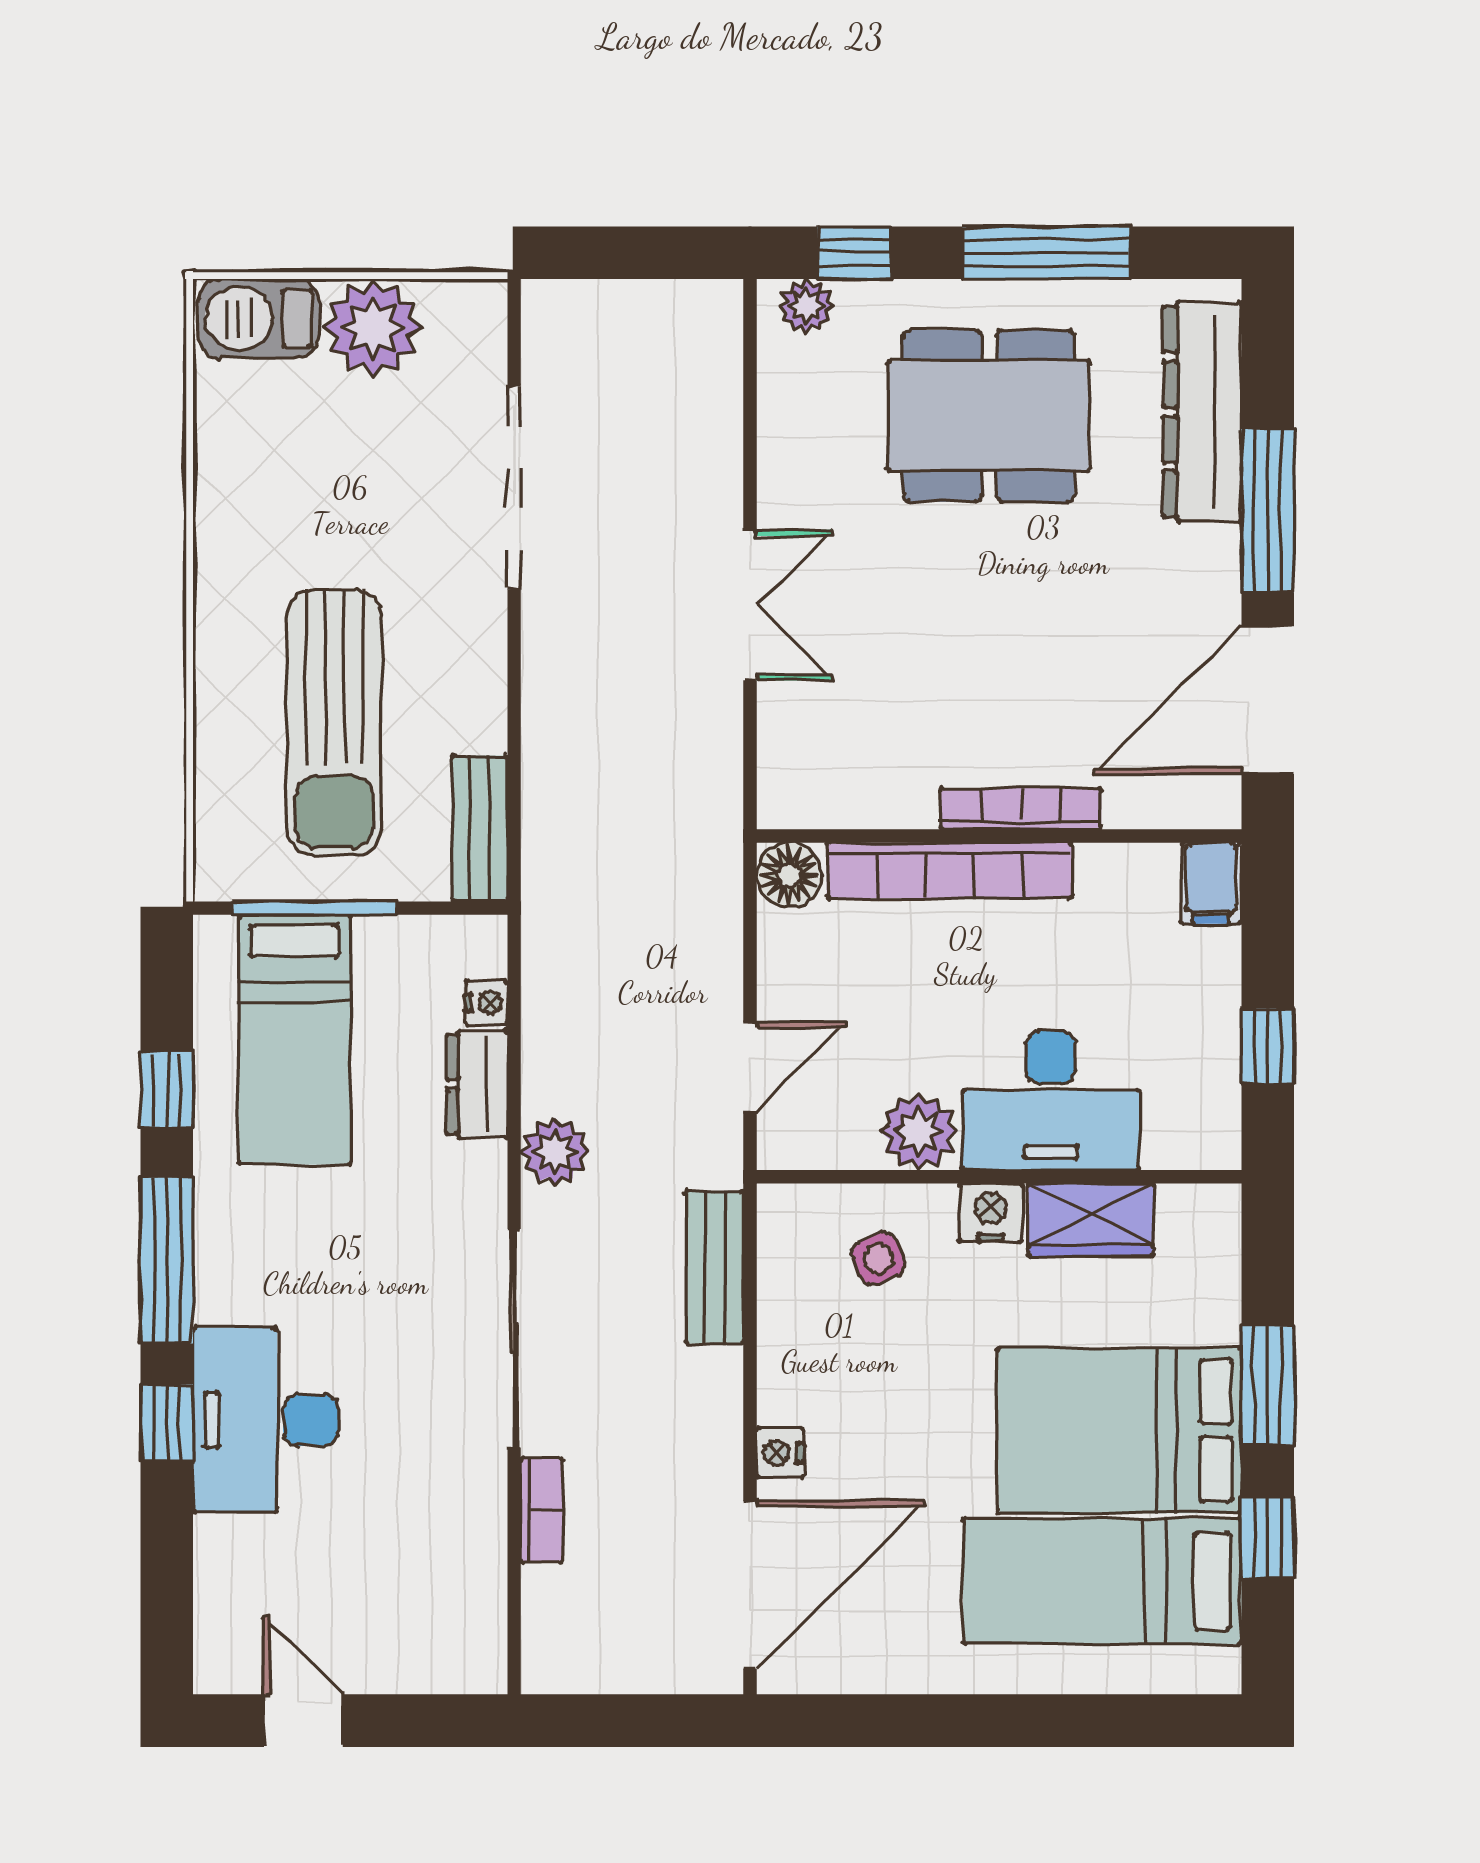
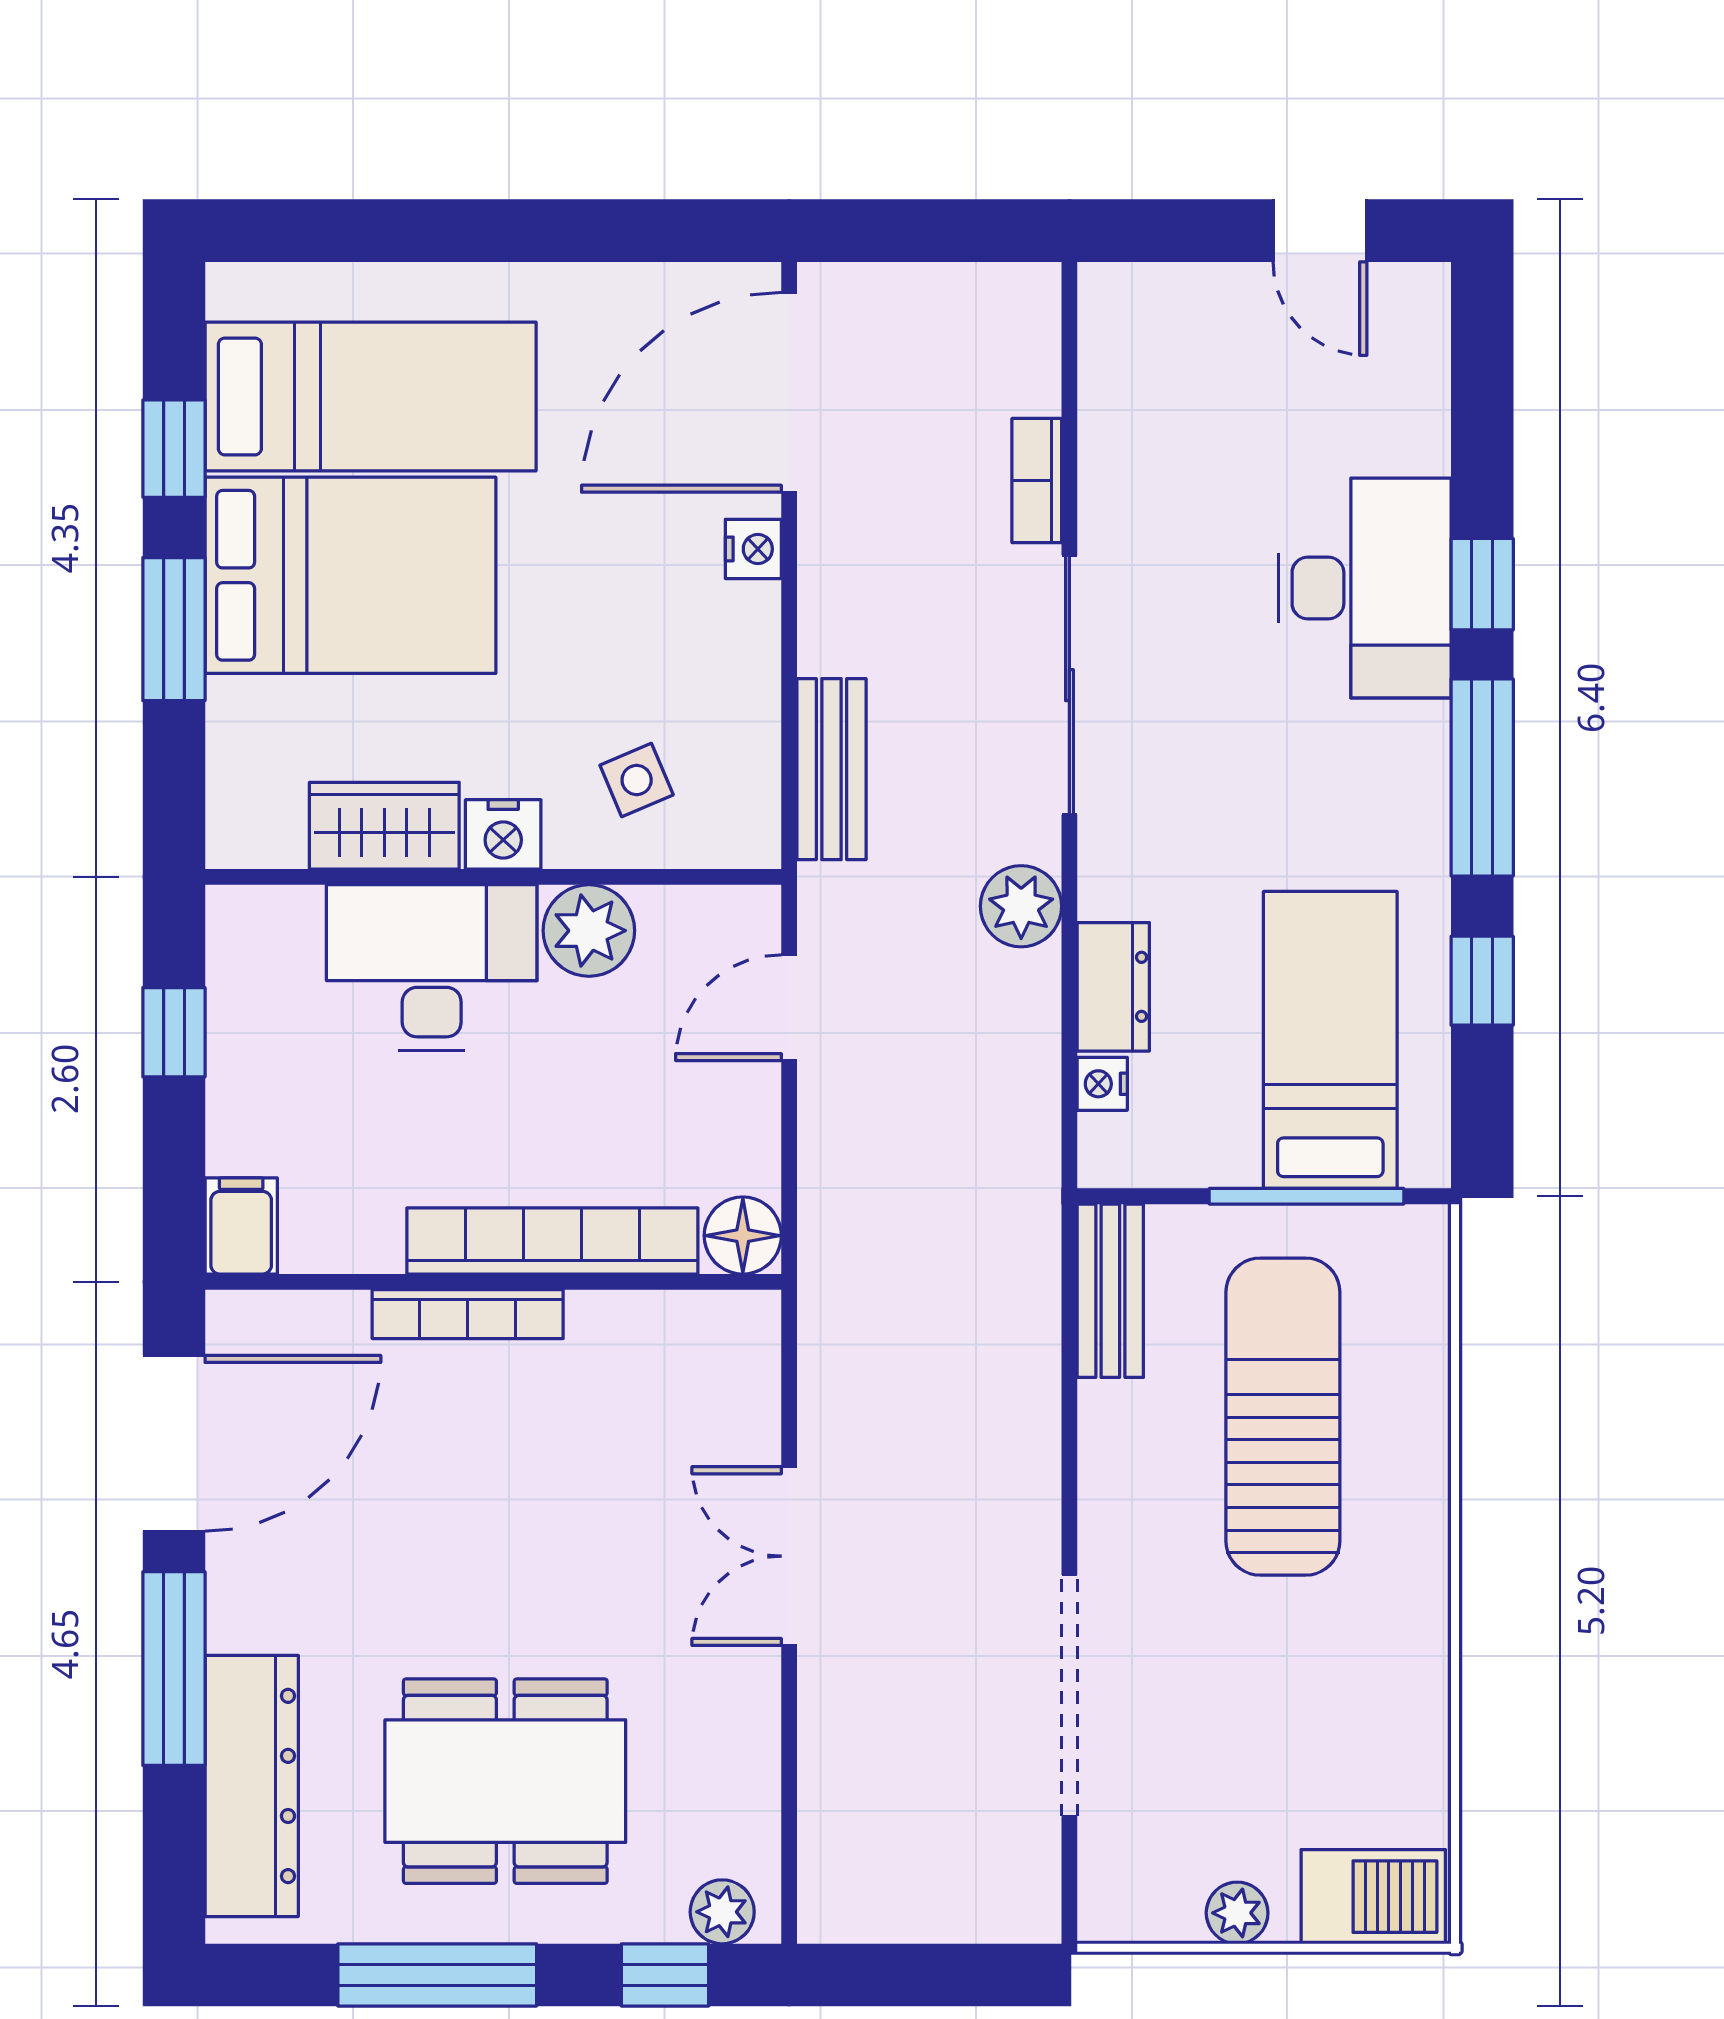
plant: (373, 328) -> (1237, 1913), width x0.53, depth x0.53

